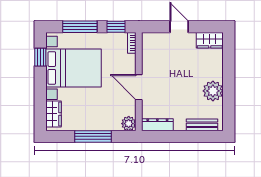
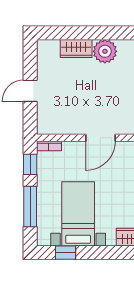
wardrobe: (210, 40) -> (76, 48), moved, turned 90
bed with nightstands: (74, 68) -> (78, 214), width x0.73

